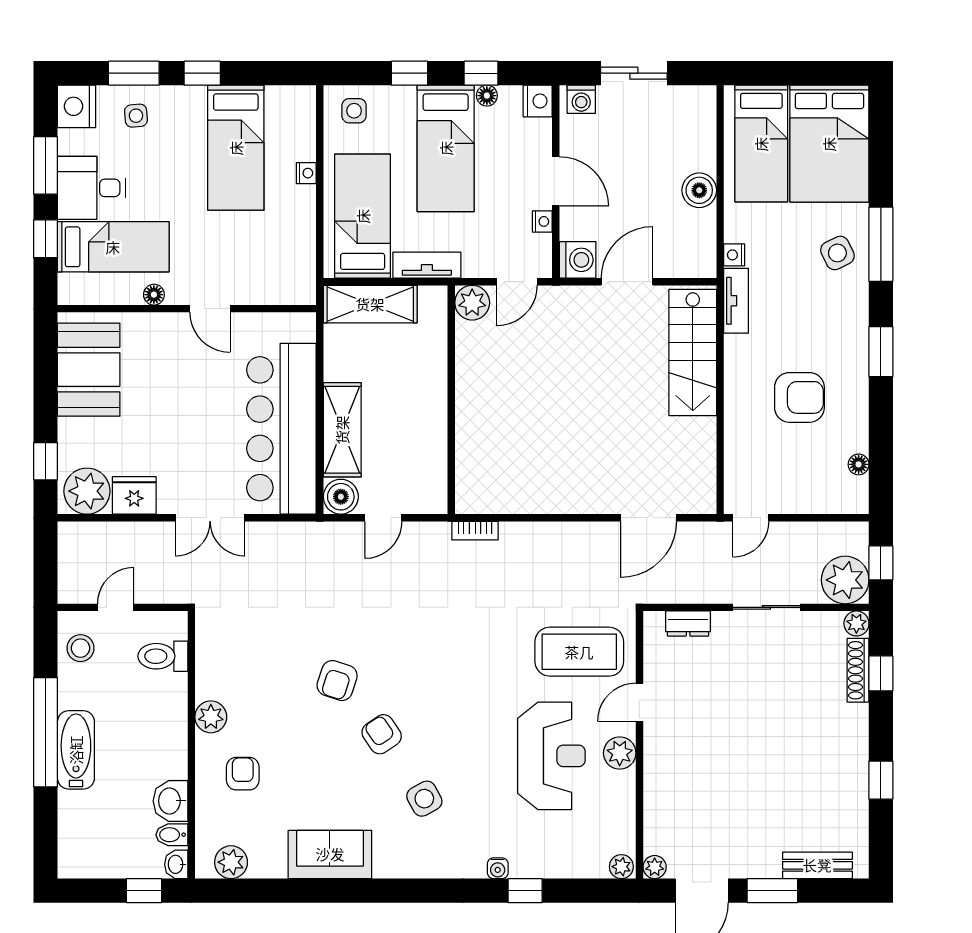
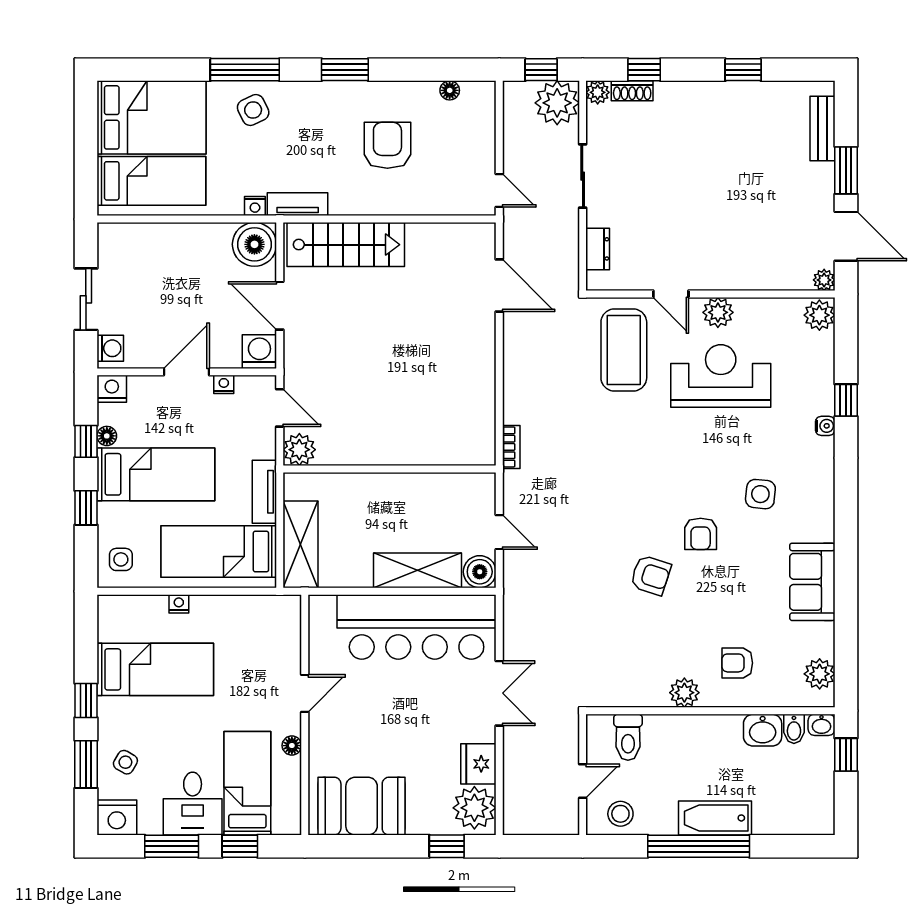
side table: (136, 116) -> (125, 762), turned 35
boiler: (699, 190) -> (254, 244), moved, width x1.37, depth x1.37
door: (116, 607) -> (583, 781), swing flipped
shoe rack: (858, 670) -> (632, 91), width x0.70
armchair: (382, 734) -> (701, 534), turned -56
side table: (424, 799) -> (760, 494), turned 35
plant: (621, 867) -> (819, 315), width x1.38, depth x1.38

